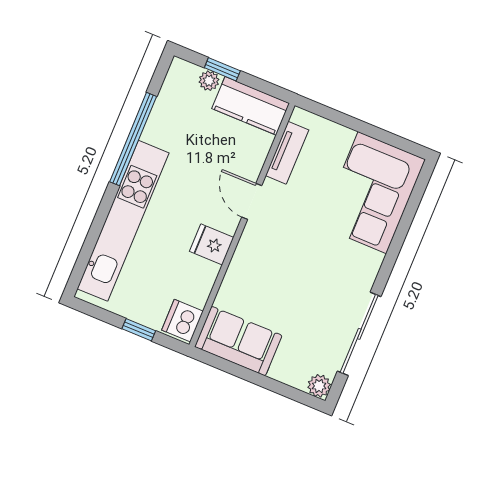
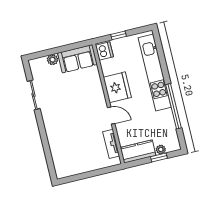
corner sofa: (372, 193) -> (68, 152), removed
fridge: (212, 244) -> (117, 87), width x1.88, depth x1.34
sliding door: (359, 334) -> (34, 95), width x0.73
plant: (319, 386) -> (52, 60), moved

